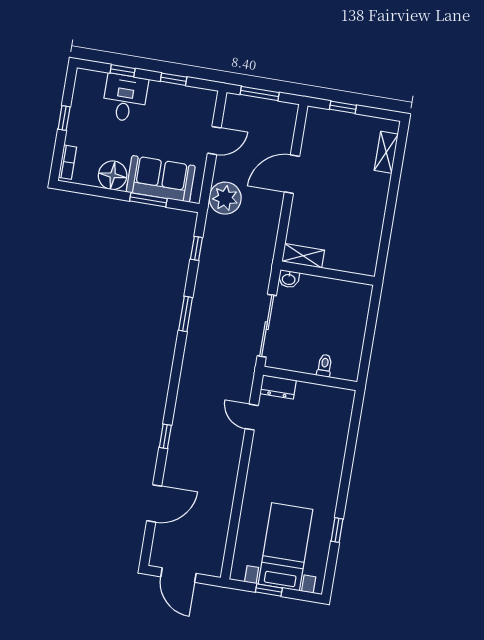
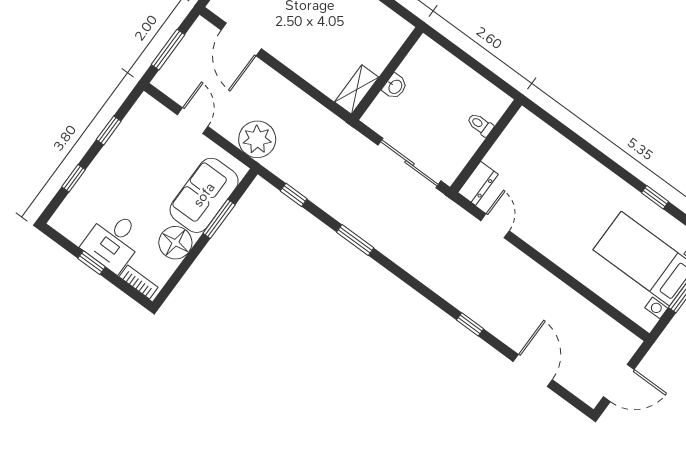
desk: (125, 98) -> (113, 241), moved, turned -90
door: (292, 174) -> (241, 39), moved
washbasin: (289, 279) -> (395, 86), moved
door: (252, 417) -> (495, 226), swing flipped

